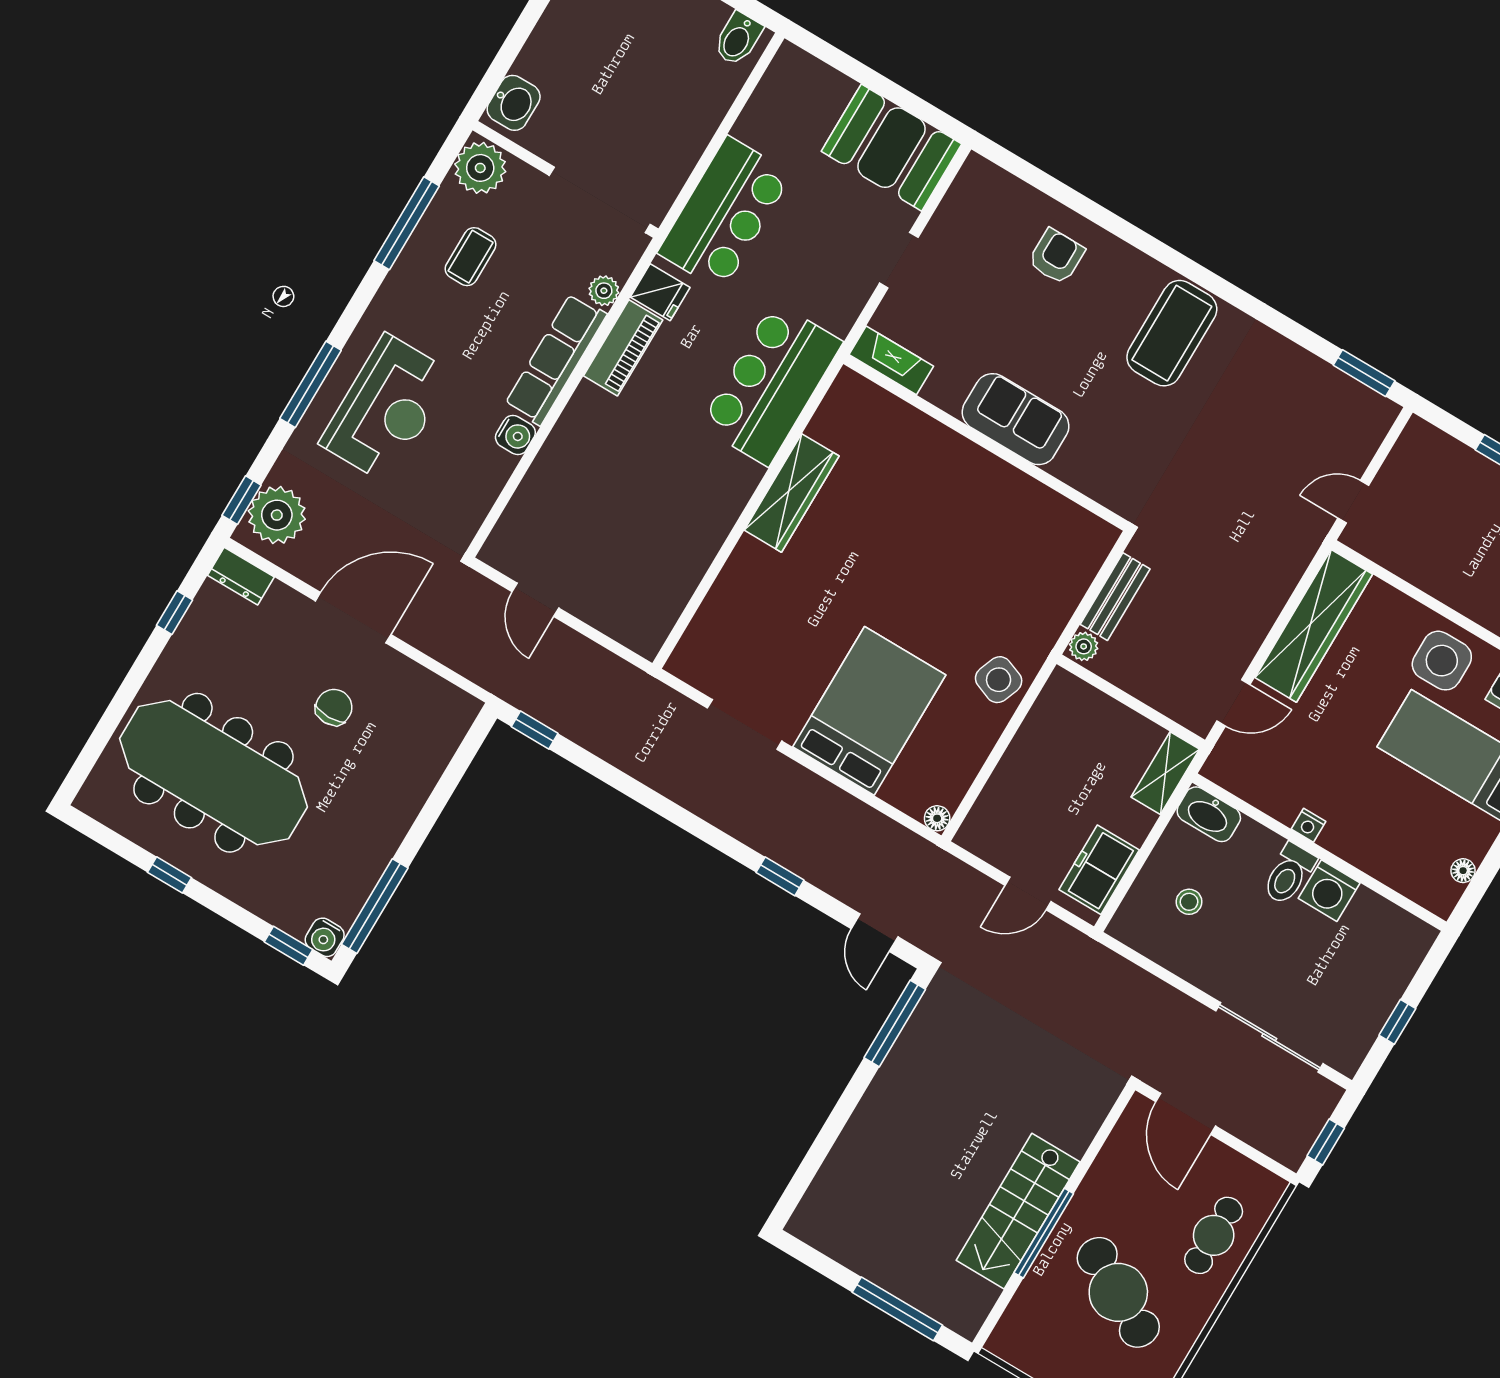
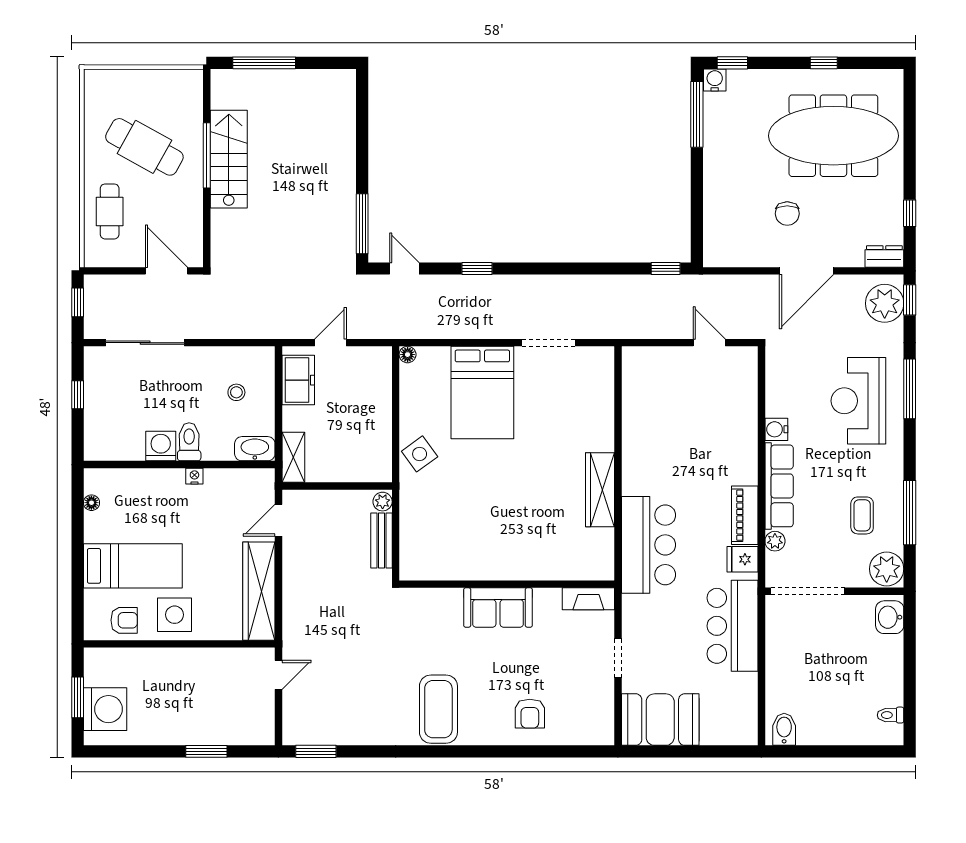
side table: (999, 680) -> (420, 454), turned 33

